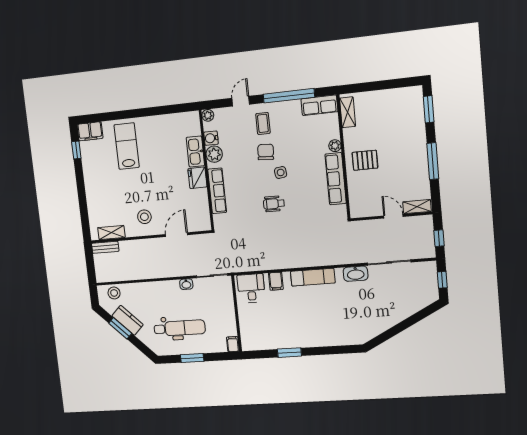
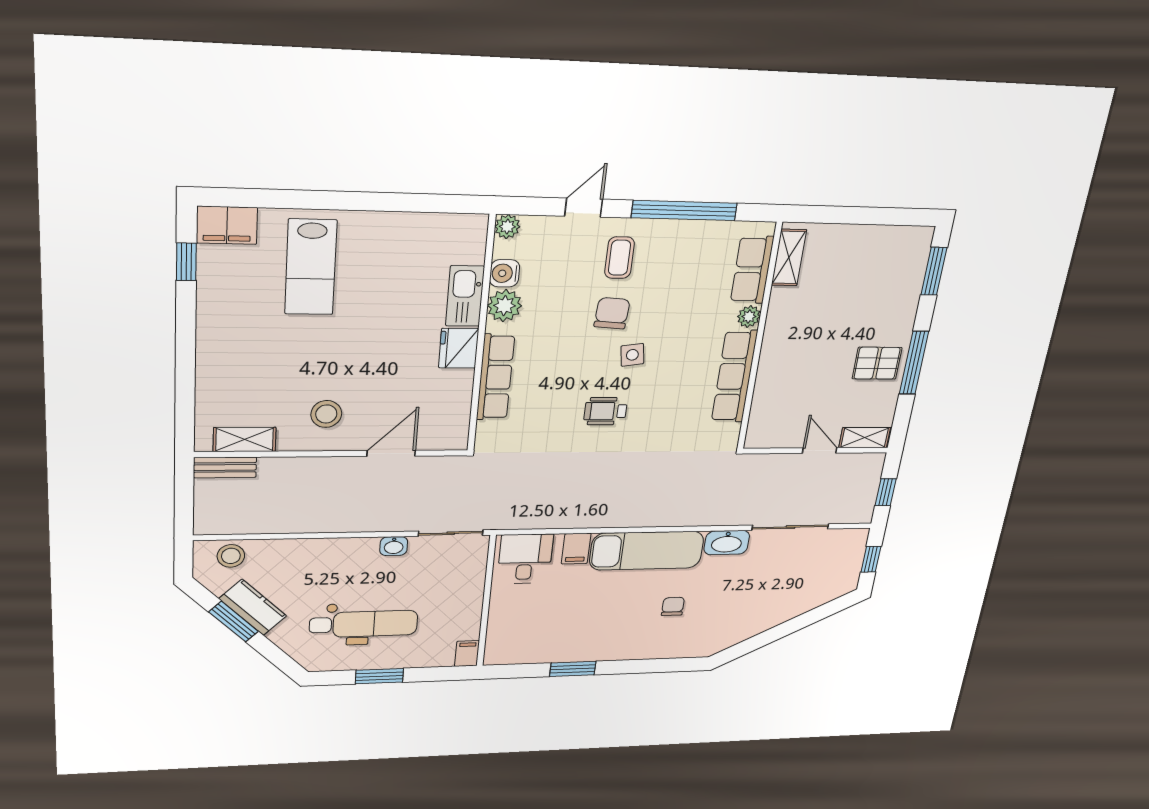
row of seats: (319, 105) -> (752, 270), moved, turned 90
lab bench: (127, 146) -> (311, 267), turned 180
pallet: (365, 160) -> (877, 363), moved
exam couch: (313, 277) -> (647, 551), width x1.36, depth x1.45
chair: (335, 313) -> (673, 606), added

